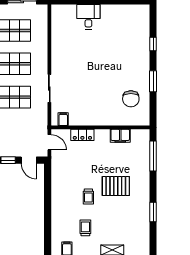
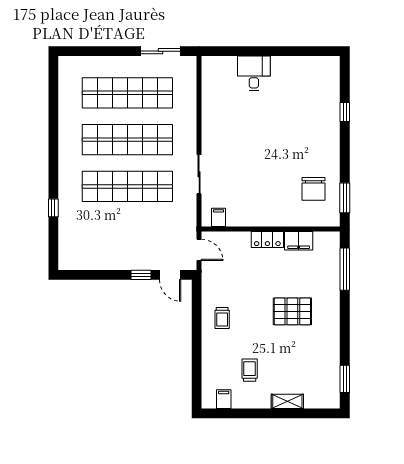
window: (153, 81) -> (345, 198), moved
locker: (82, 135) -> (267, 240), moved
trolley: (88, 196) -> (222, 318), moved
window: (153, 212) -> (345, 379), moved

